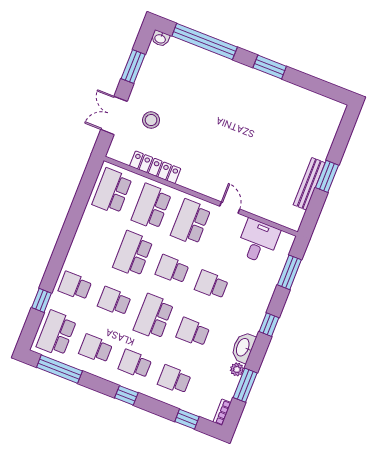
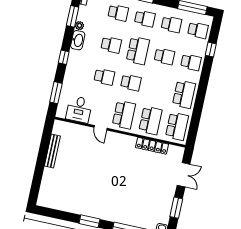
stool: (151, 120) -> (159, 175), removed
window: (327, 176) -> (42, 158), removed
school desk: (133, 254) -> (184, 94), moved
school desk: (56, 333) -> (198, 30), width x0.54

